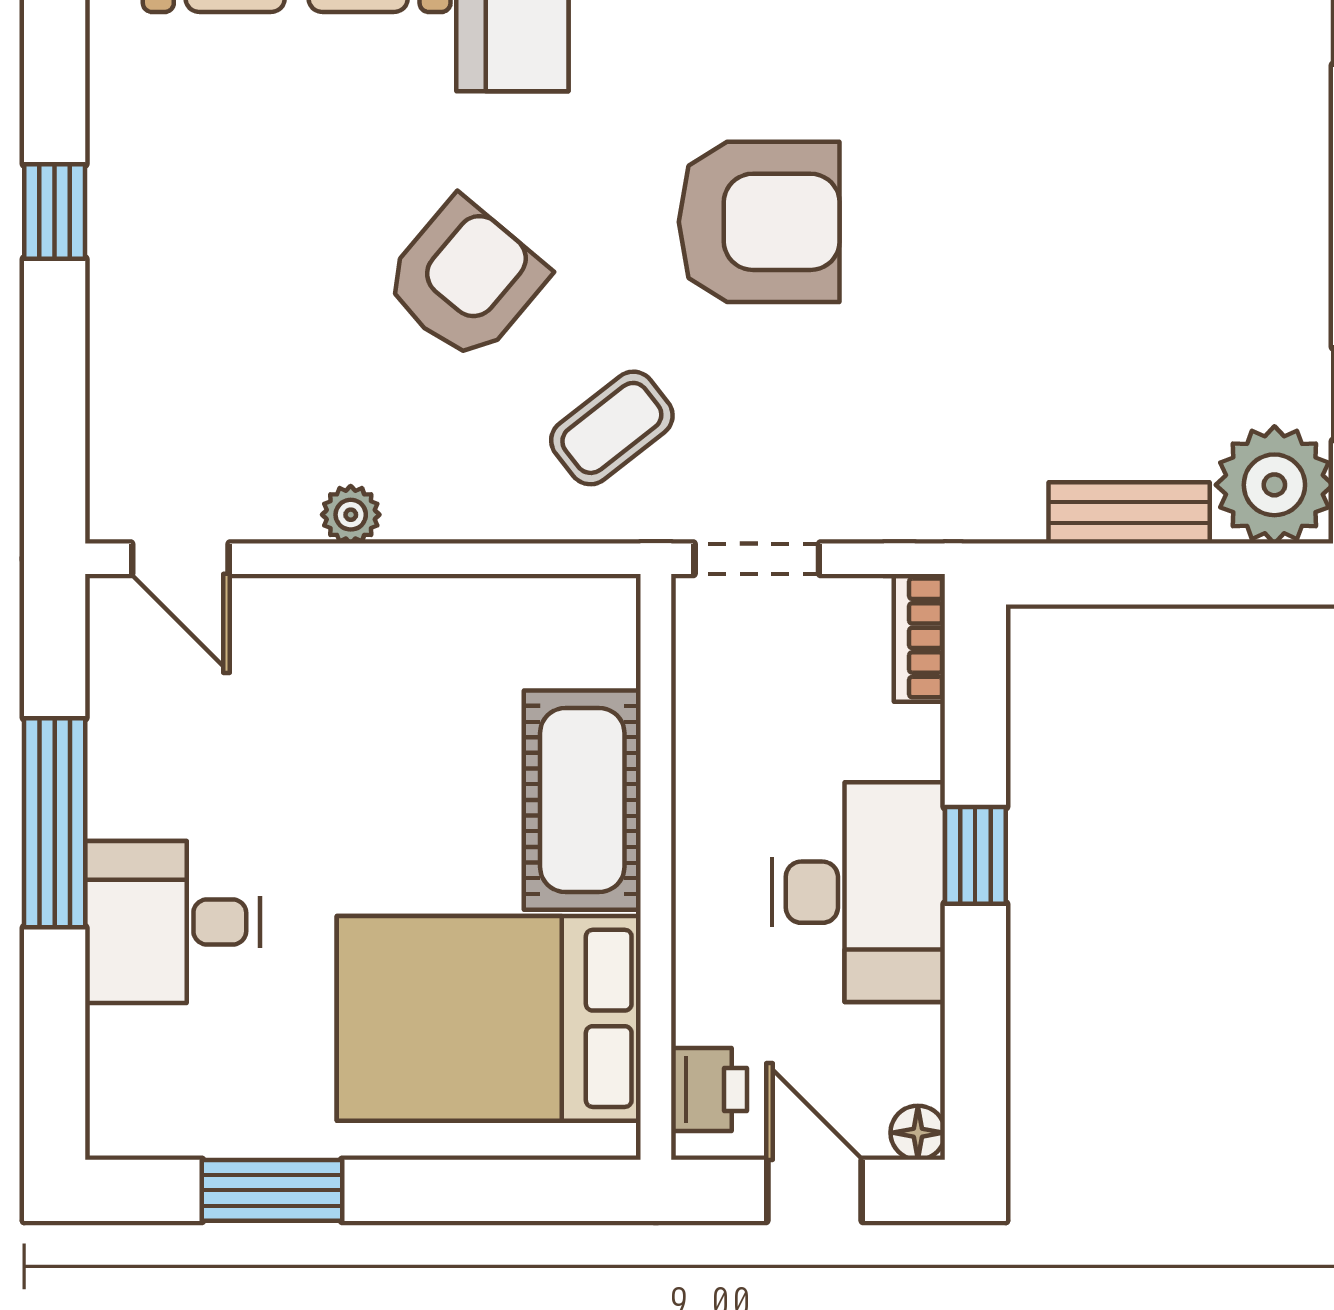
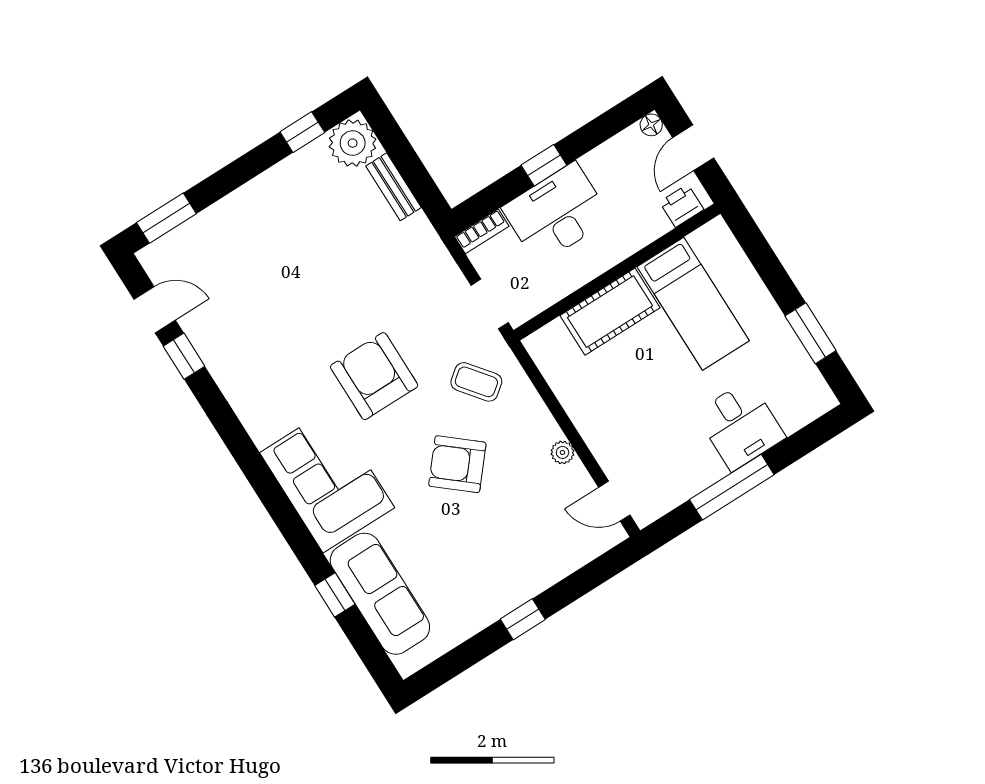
door: (180, 559) -> (614, 501), swing flipped
desk: (859, 892) -> (556, 213), moved
bed: (489, 1018) -> (693, 304), width x0.67

